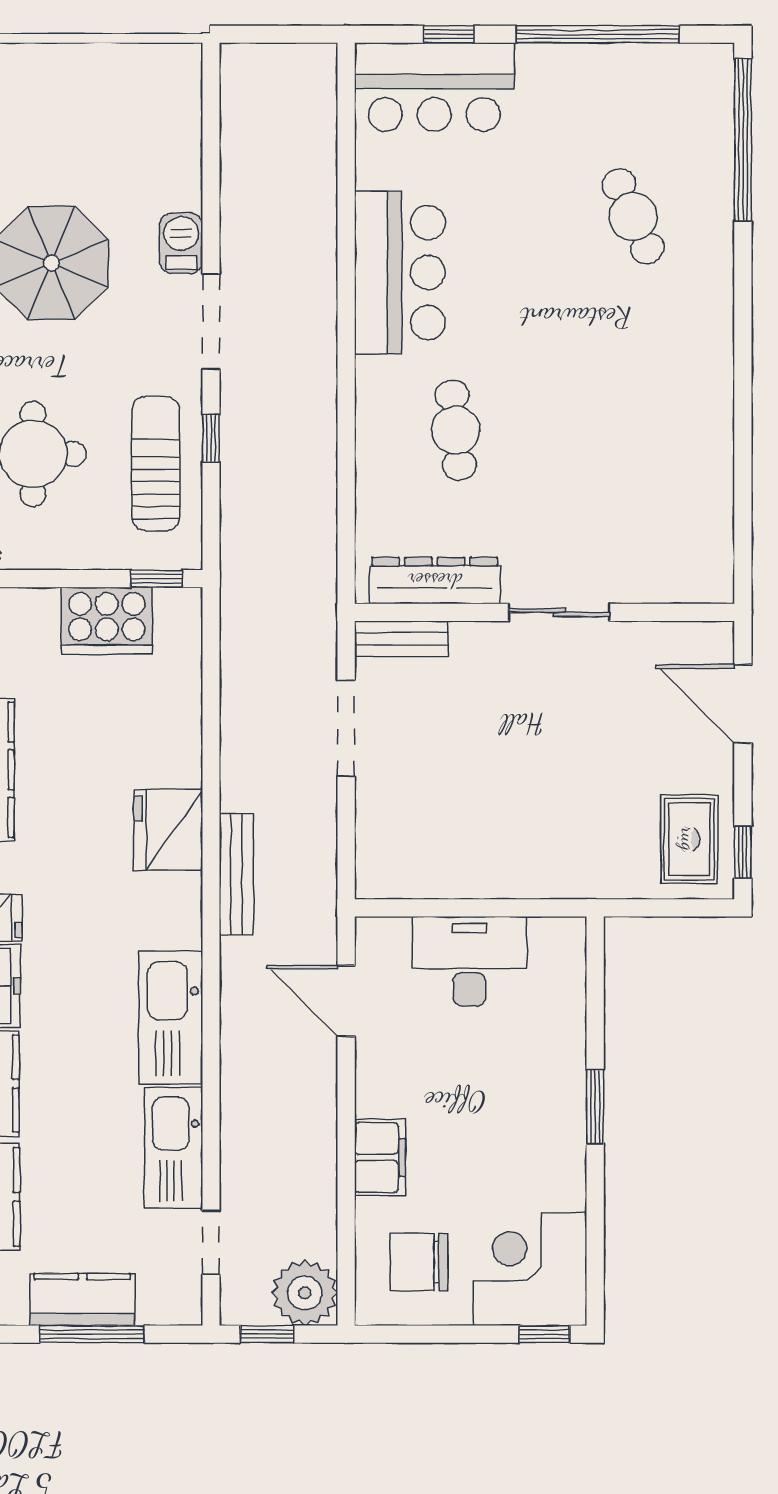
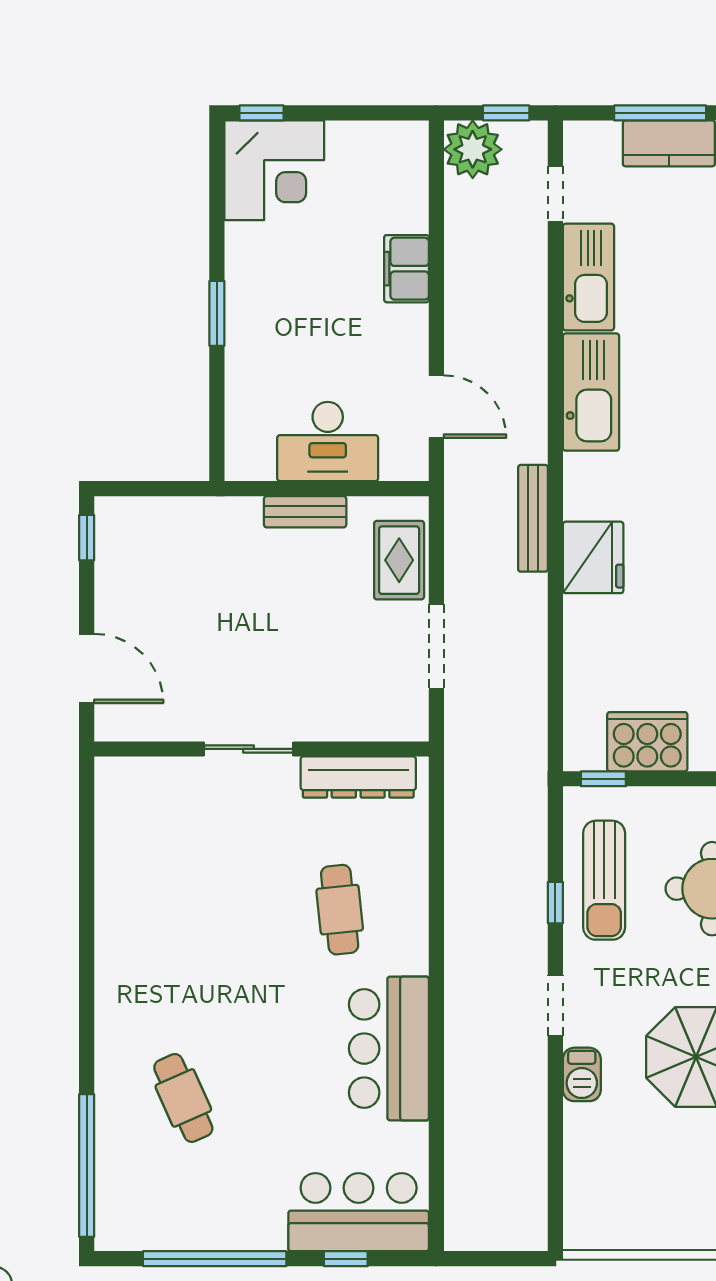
doorway: (211, 322) -> (555, 1005), width x0.73
bench: (401, 639) -> (305, 512), moved
rug: (689, 839) -> (399, 560), moved
chair: (419, 1262) -> (372, 176), removed

